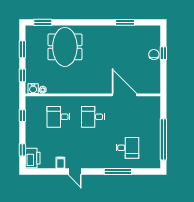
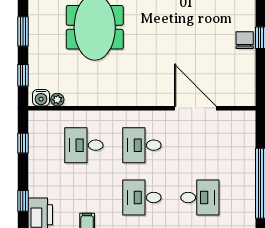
desk: (93, 148) -> (142, 197), added

